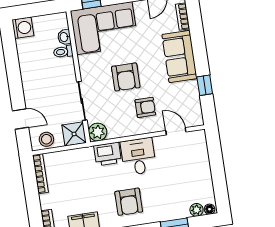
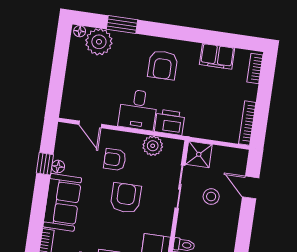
floor lamp: (193, 86) -> (58, 166), added
plant: (98, 132) -> (153, 146), moved
stool: (46, 139) -> (211, 197), moved
armchair: (129, 202) -> (163, 65), turned 180
plant: (196, 210) -> (99, 42), width x1.88, depth x1.88

